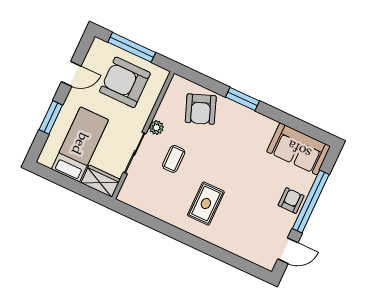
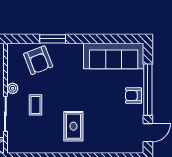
window: (243, 99) -> (53, 39), moved
sofa: (299, 149) -> (114, 56), width x1.36
armchair: (291, 201) -> (134, 96), turned -90

